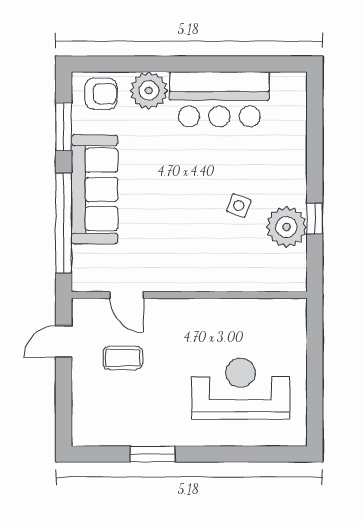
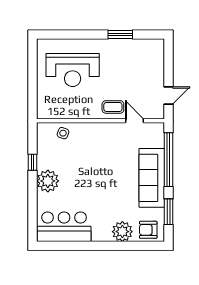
bar counter: (219, 99) -> (64, 227), moved
side table: (239, 206) -> (63, 133), moved
plant: (286, 227) -> (48, 181), moved
coffee table: (123, 358) -> (113, 107), moved

